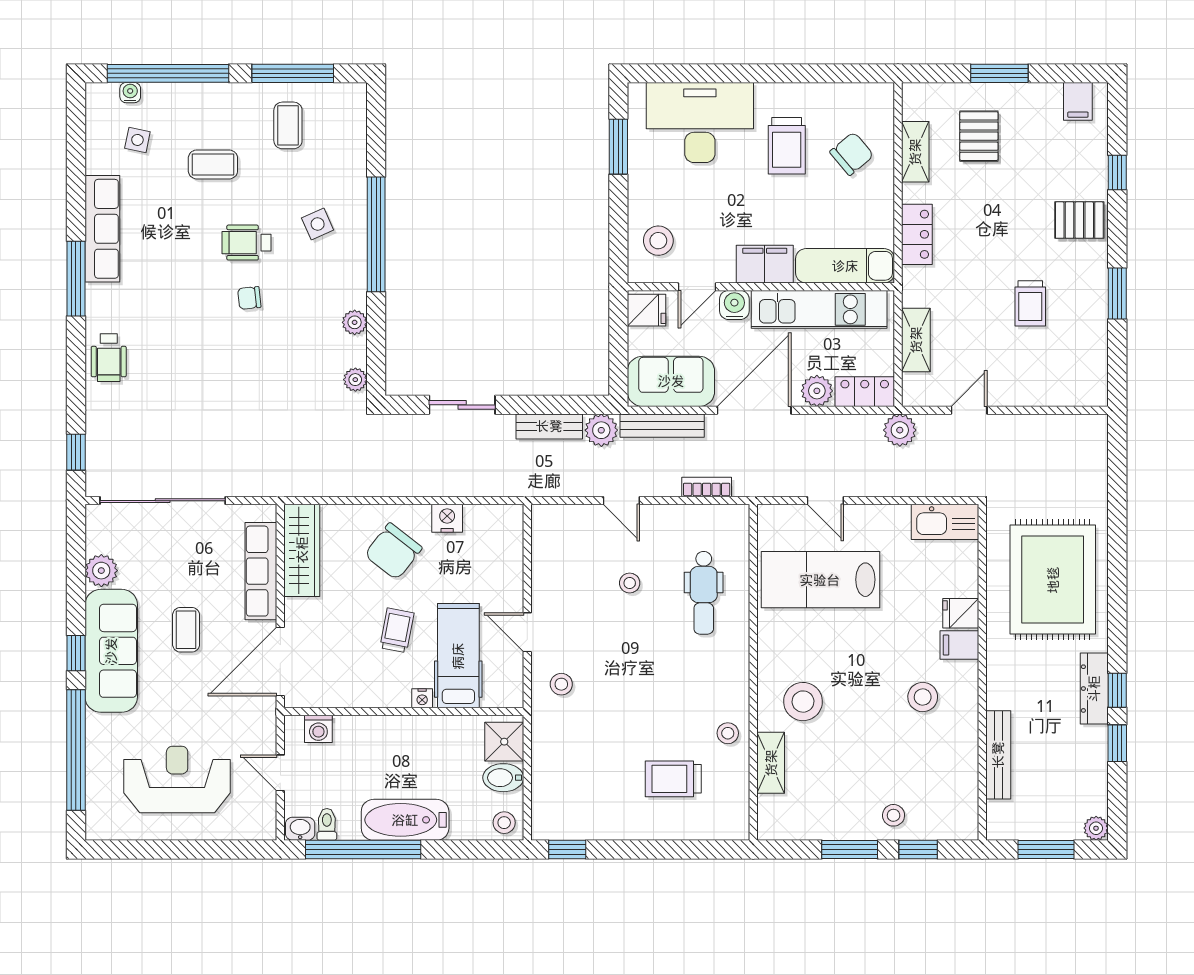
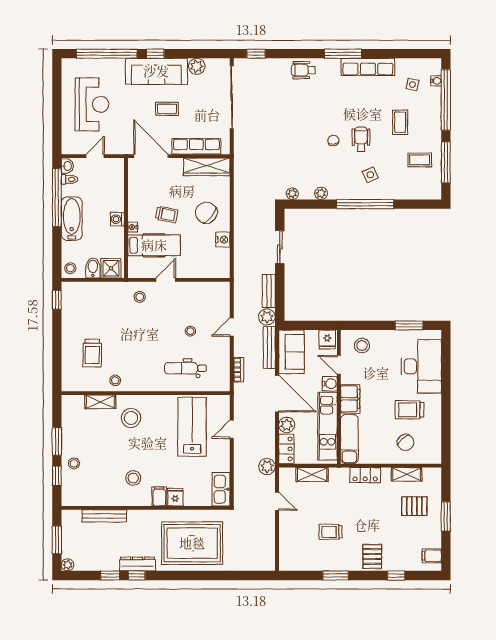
washing machine: (318, 729) -> (117, 219), moved
trolley: (673, 779) -> (92, 353), turned 180

